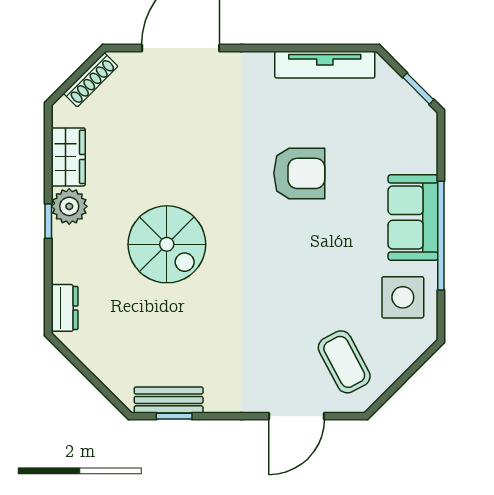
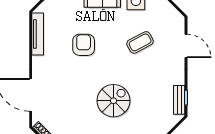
coffee table: (344, 362) -> (140, 42), moved

